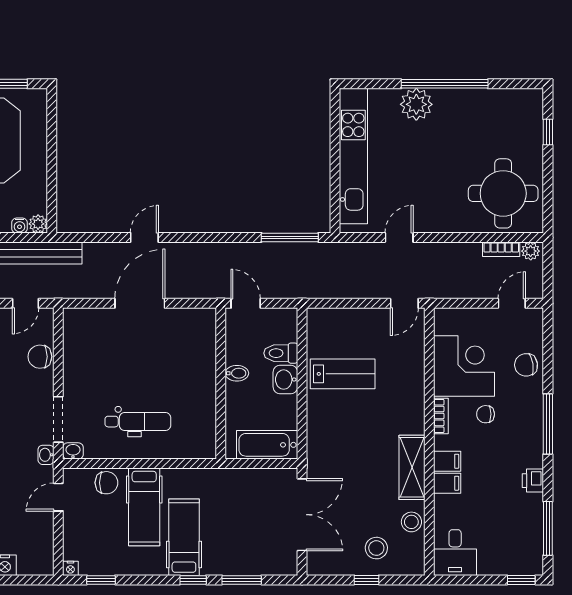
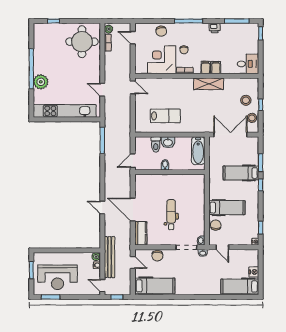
kitchen counter: (89, 321) -> (141, 233), added
lab bench: (343, 374) -> (165, 116), turned 90
dental chair: (138, 422) -> (171, 215), moved
stool: (411, 522) -> (252, 118), moved
hospital bed: (184, 537) -> (241, 173), moved

